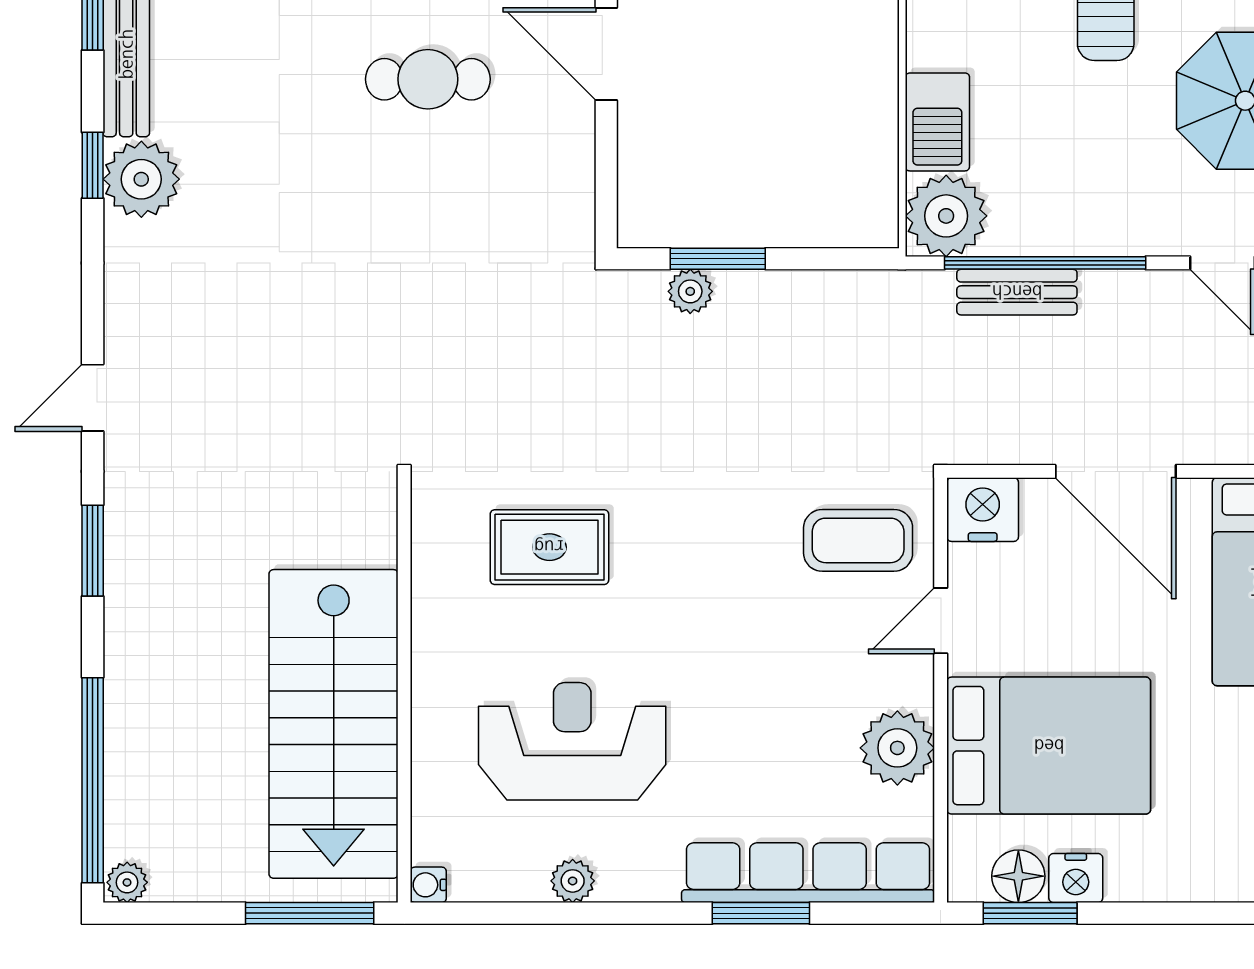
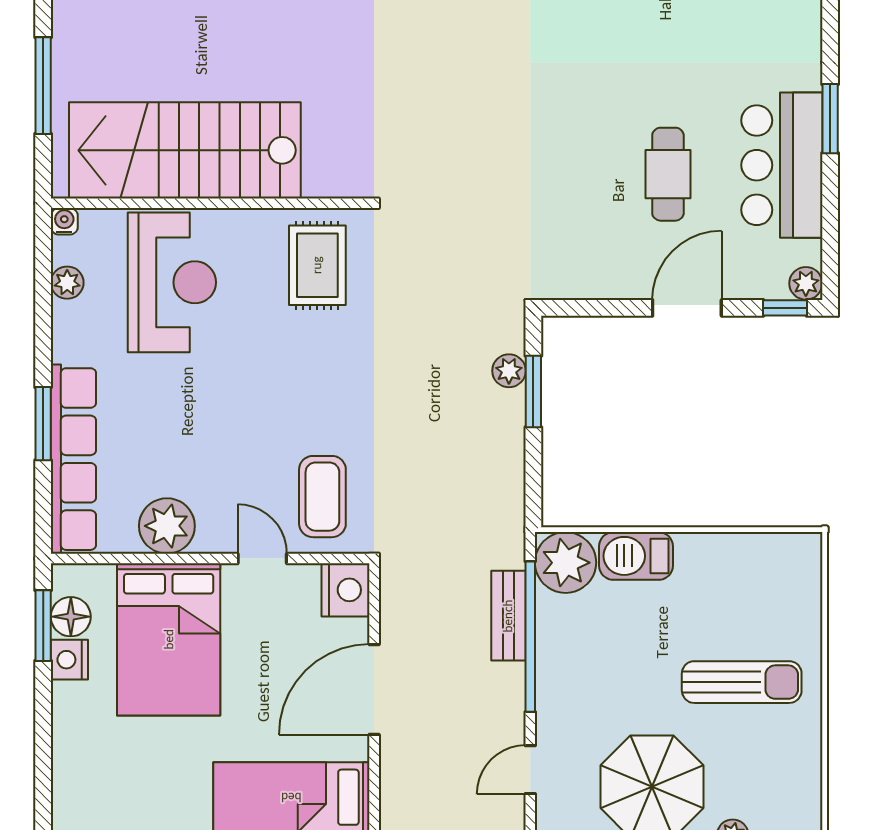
wall: (404, 690) -> (210, 203), moved
stairs: (334, 724) -> (185, 150), moved
water cooler: (428, 885) -> (64, 221), moved

